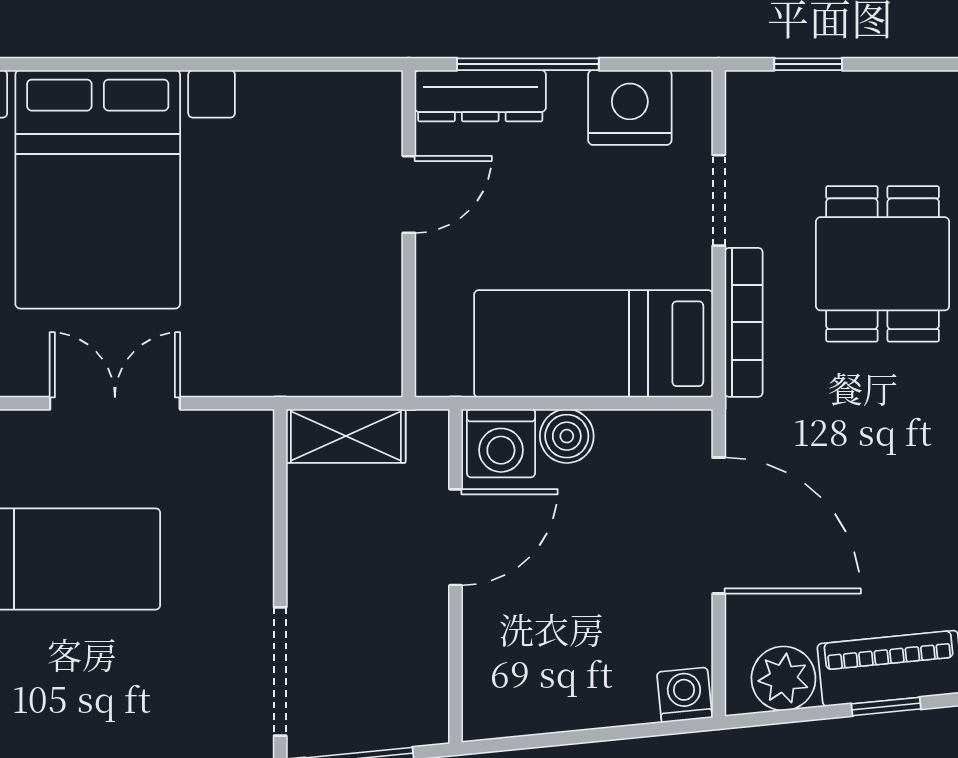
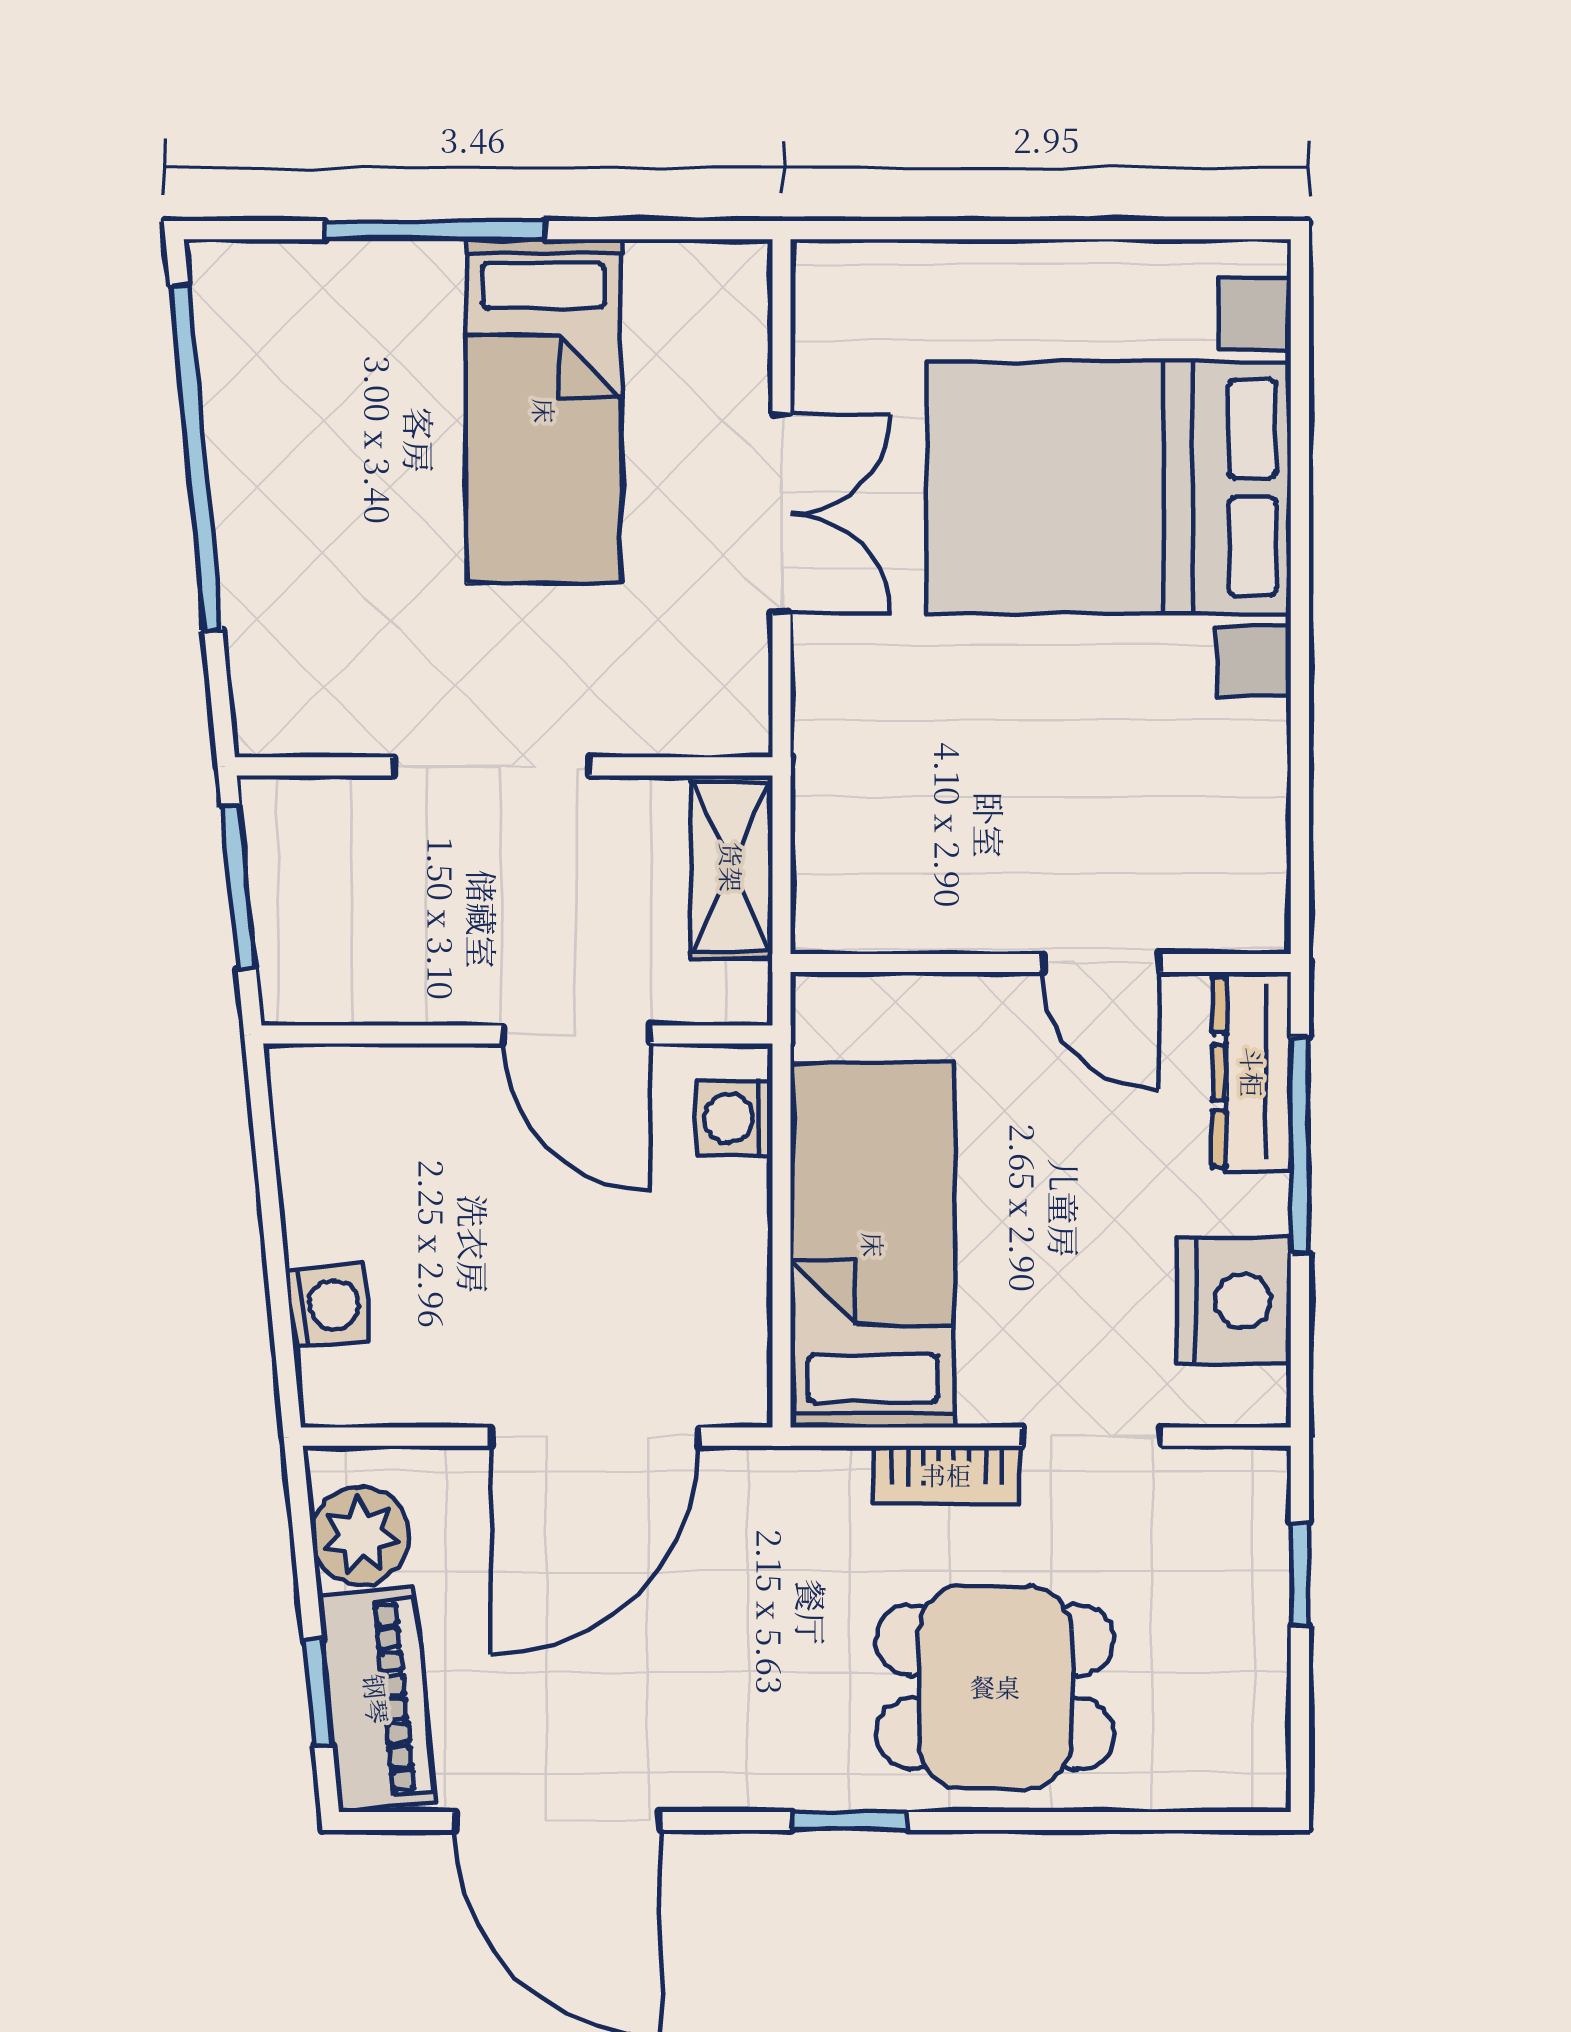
bookcase: (744, 322) -> (946, 1475), width x0.64
boiler: (567, 436) -> (731, 1204), removed
washing machine: (501, 443) -> (735, 1118), width x0.73, depth x0.73
doorway: (280, 672) -> (491, 766), moved
washing machine: (684, 695) -> (328, 1305), moved

